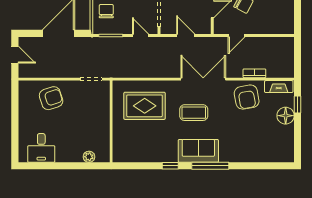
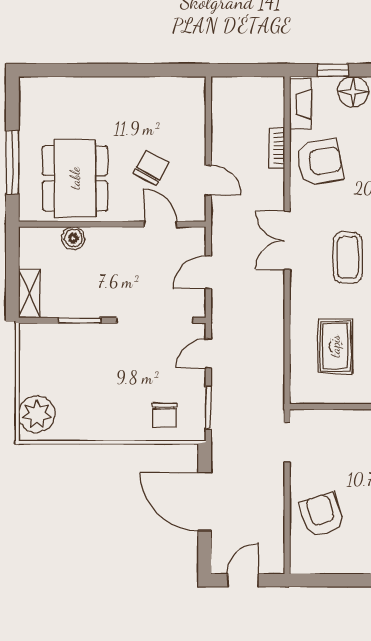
chair: (106, 11) -> (165, 415), turned -90
double door: (203, 79) -> (287, 240), width x0.73
rug: (145, 106) -> (335, 346), width x0.73, depth x0.70

